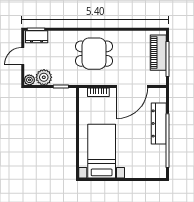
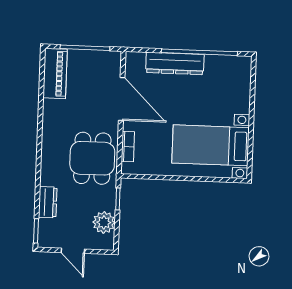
dresser: (37, 37) -> (48, 202), moved
piano: (158, 53) -> (55, 74), moved, turned -90
dining table: (94, 54) -> (92, 158), moved
plant: (29, 80) -> (107, 243), removed

